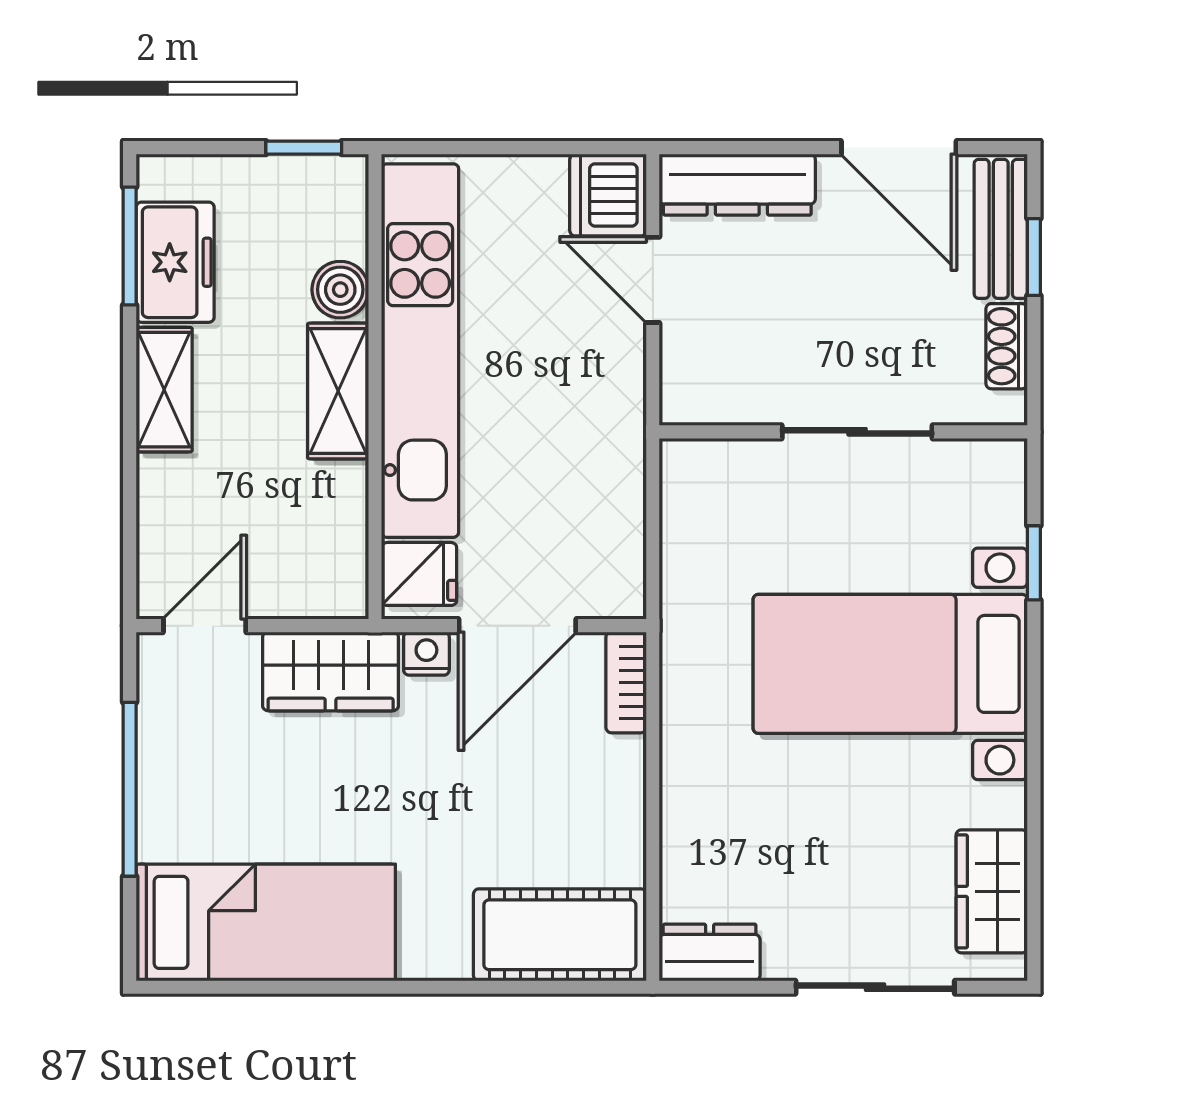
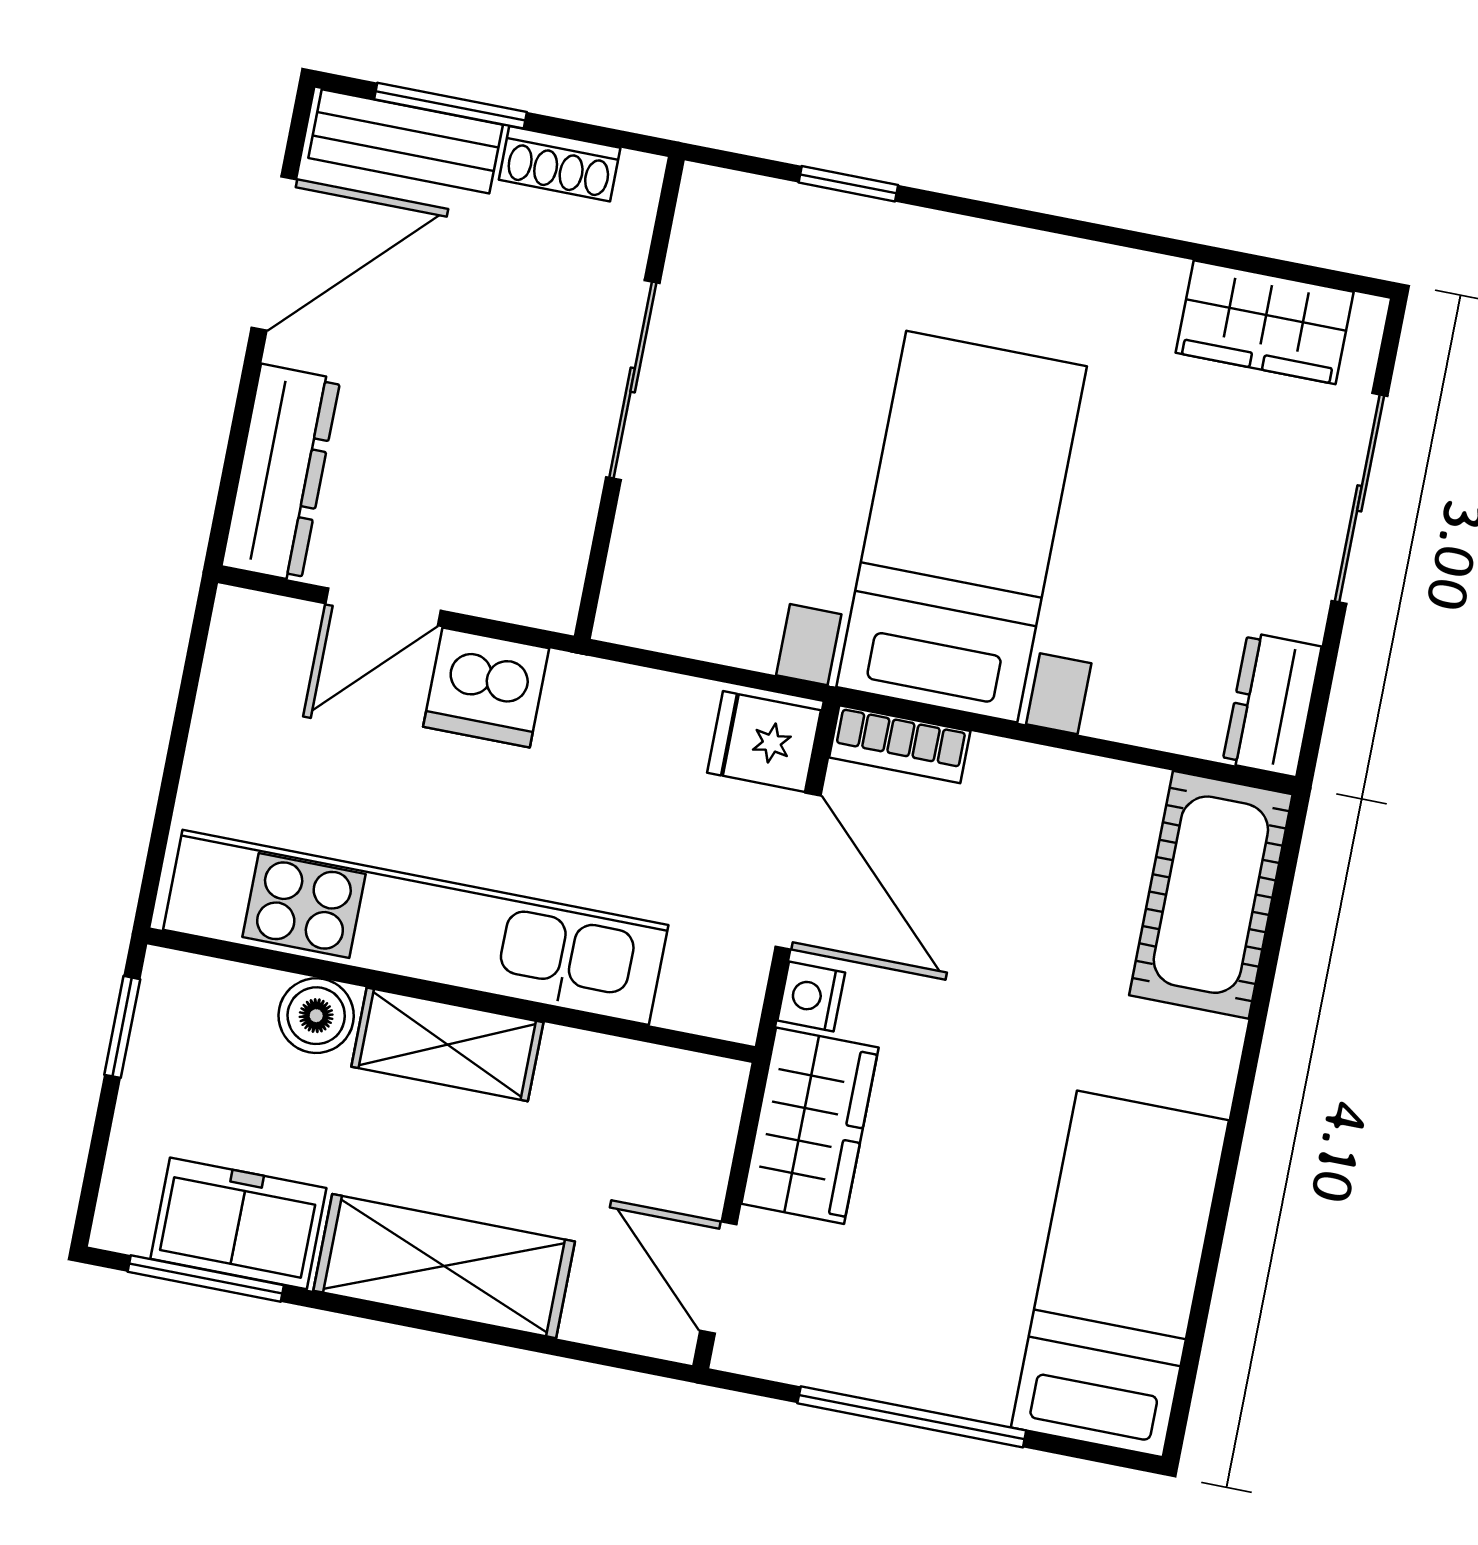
dishwasher: (608, 195) -> (486, 688), moved
window: (1034, 257) -> (451, 106), width x1.50
shelving: (164, 390) -> (444, 1266), width x1.50, depth x1.33
fridge: (419, 574) -> (764, 742), moved, turned -90
bed with nightstands: (890, 664) -> (962, 527), moved, turned 180

